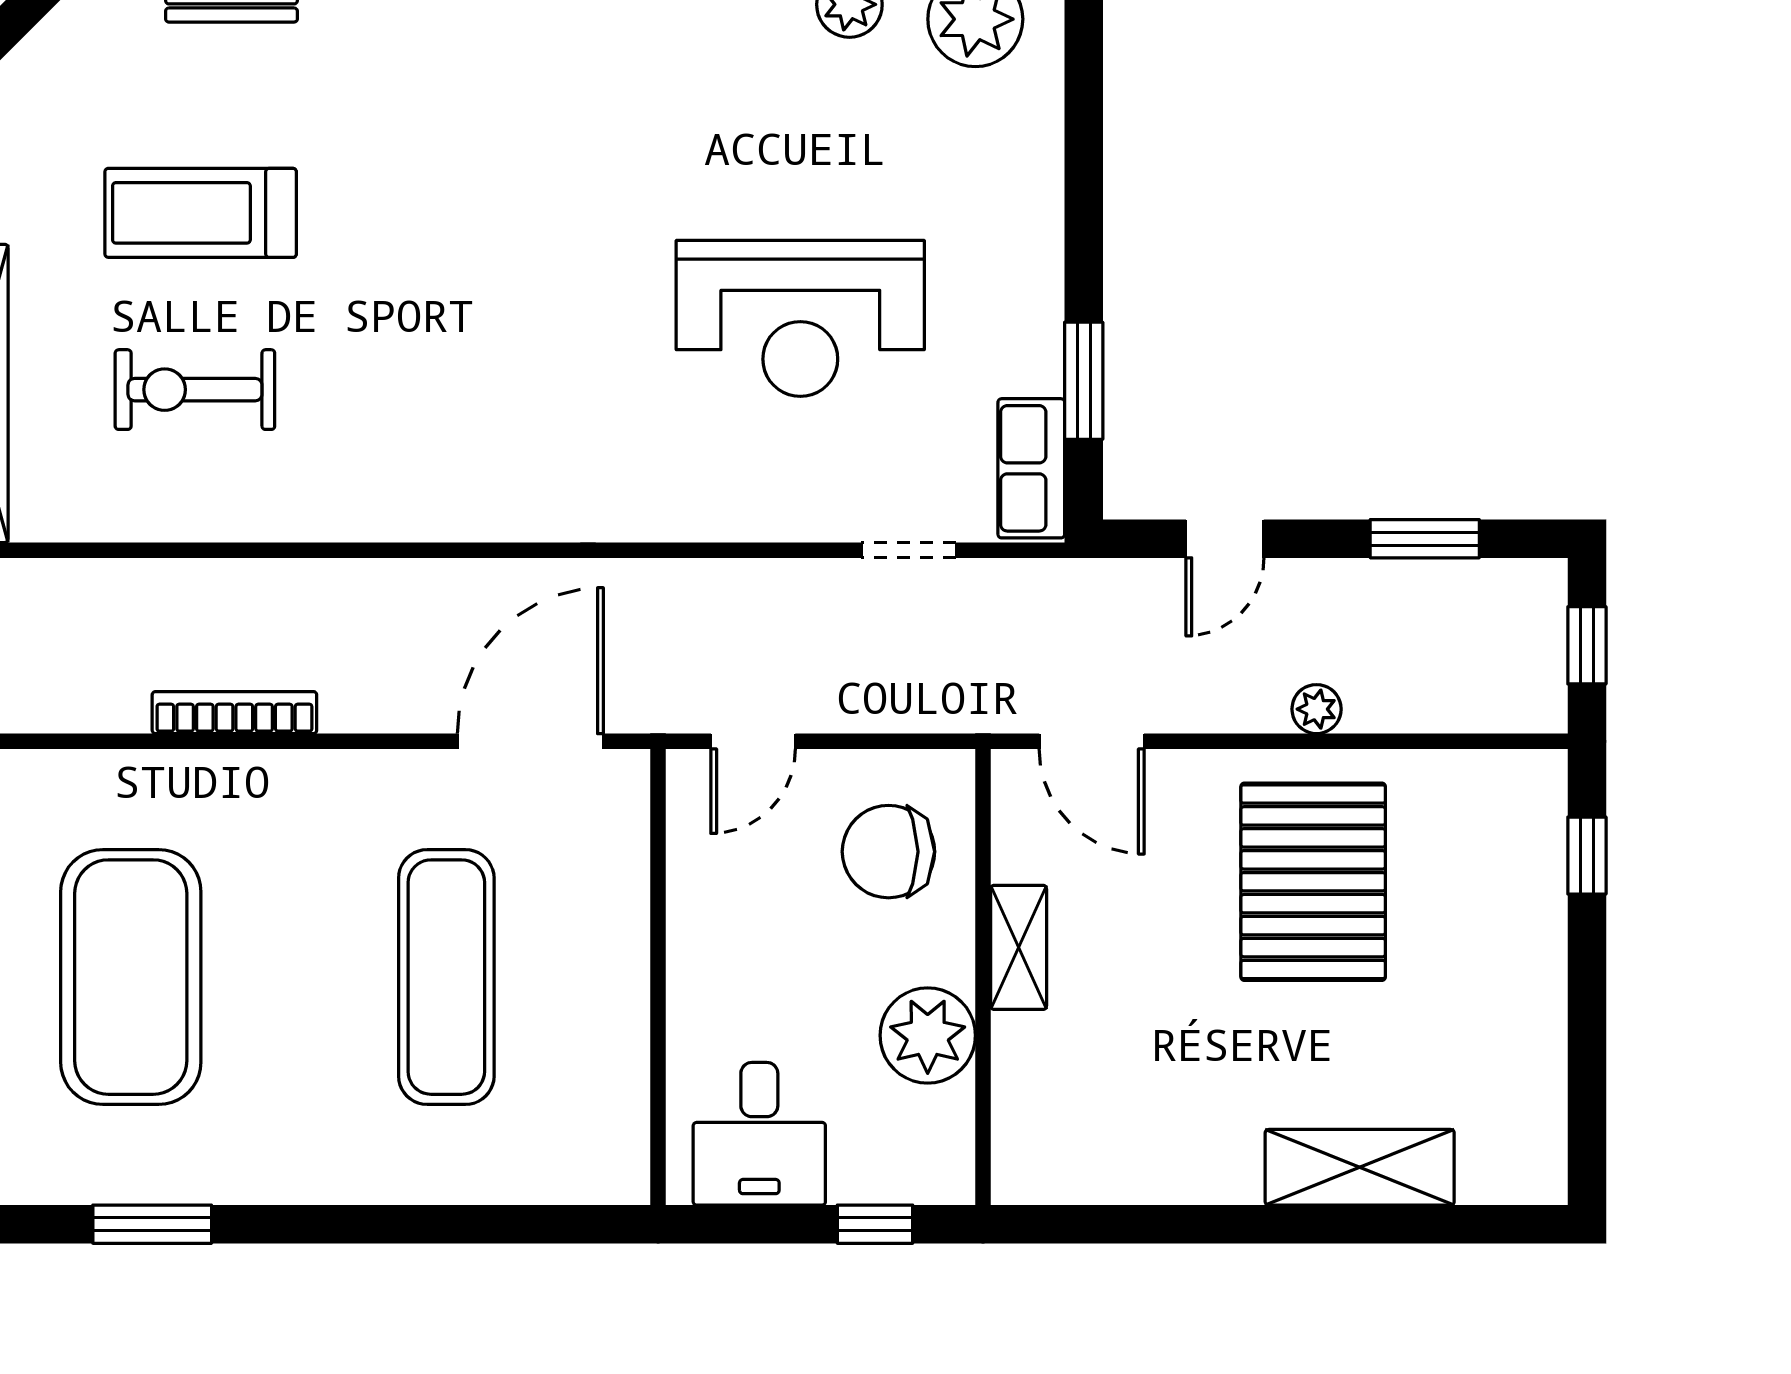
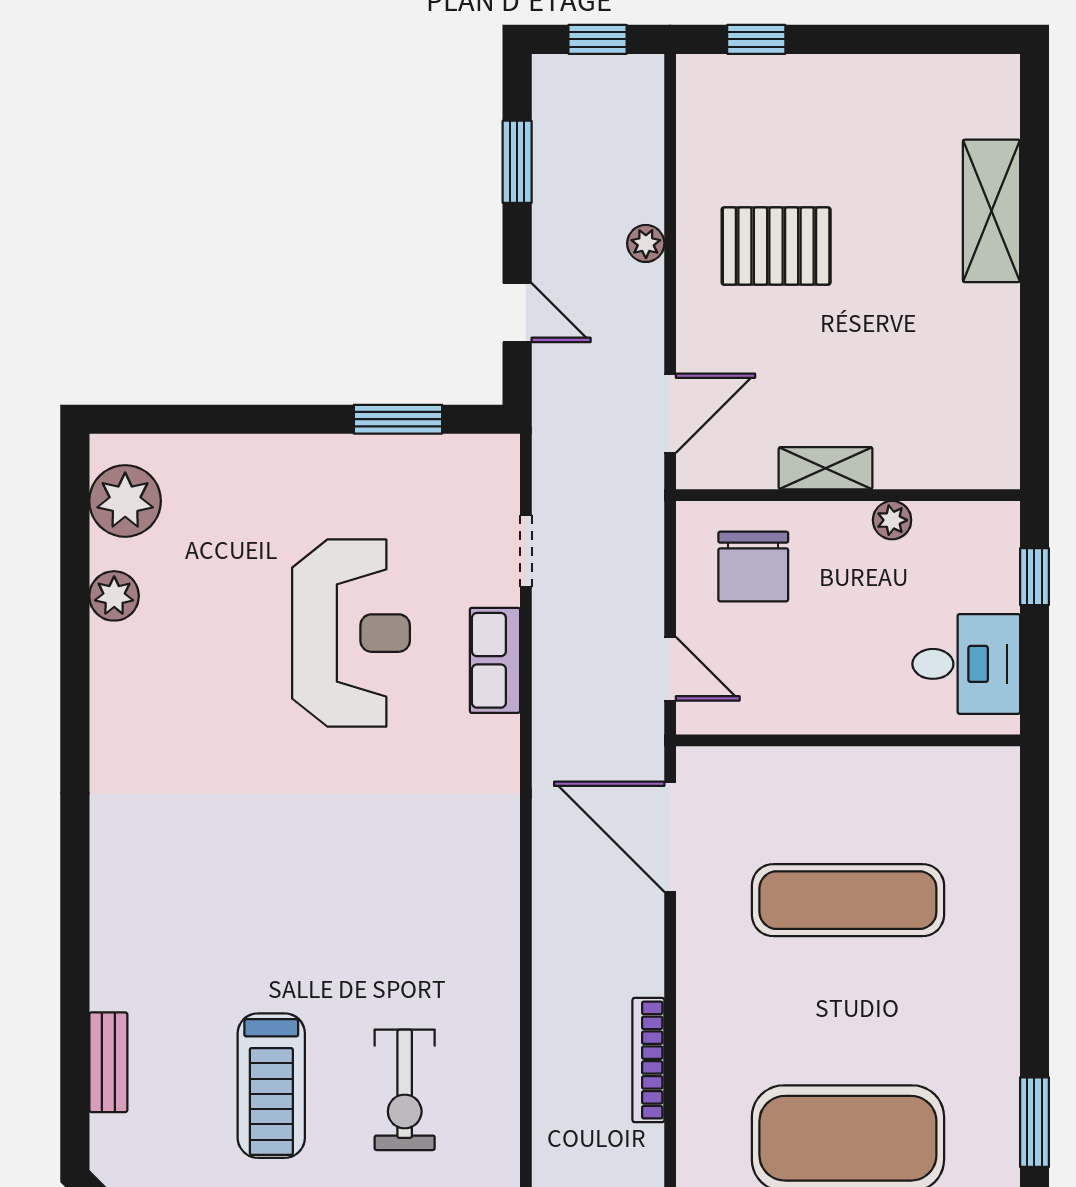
row of seats: (1031, 468) -> (495, 660), moved, turned 90
pallet: (1313, 882) -> (776, 246), width x0.73, depth x0.71
plant: (928, 1035) -> (892, 520), width x0.53, depth x0.53

